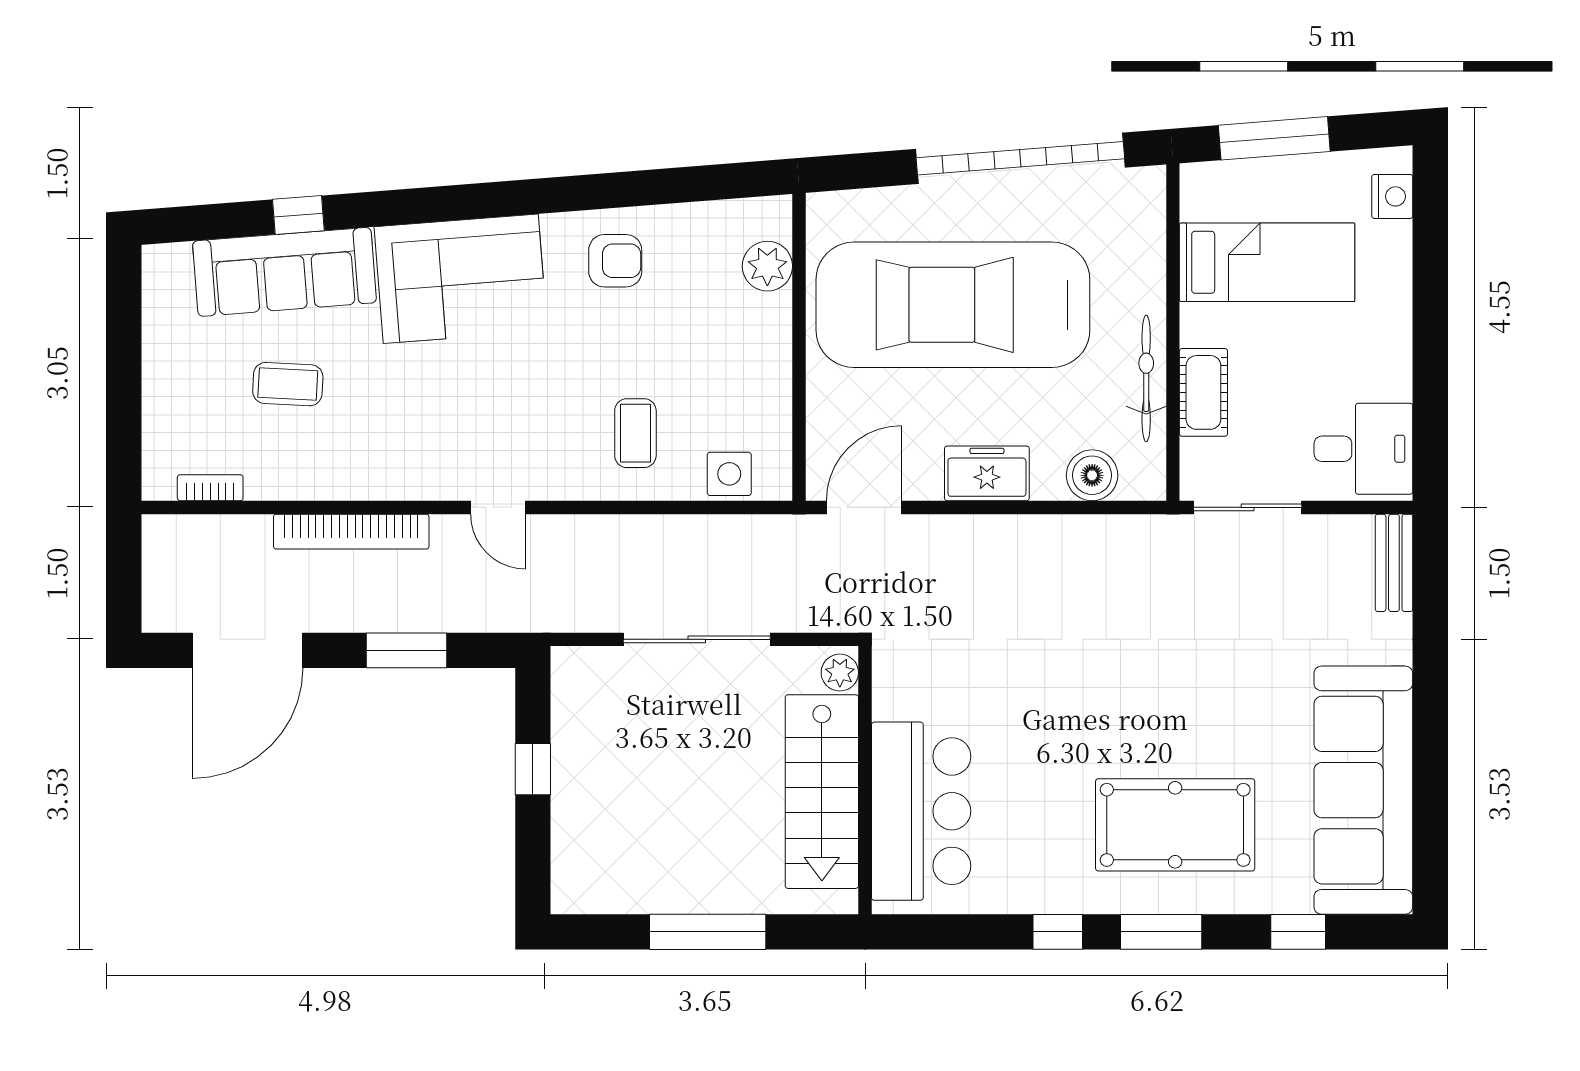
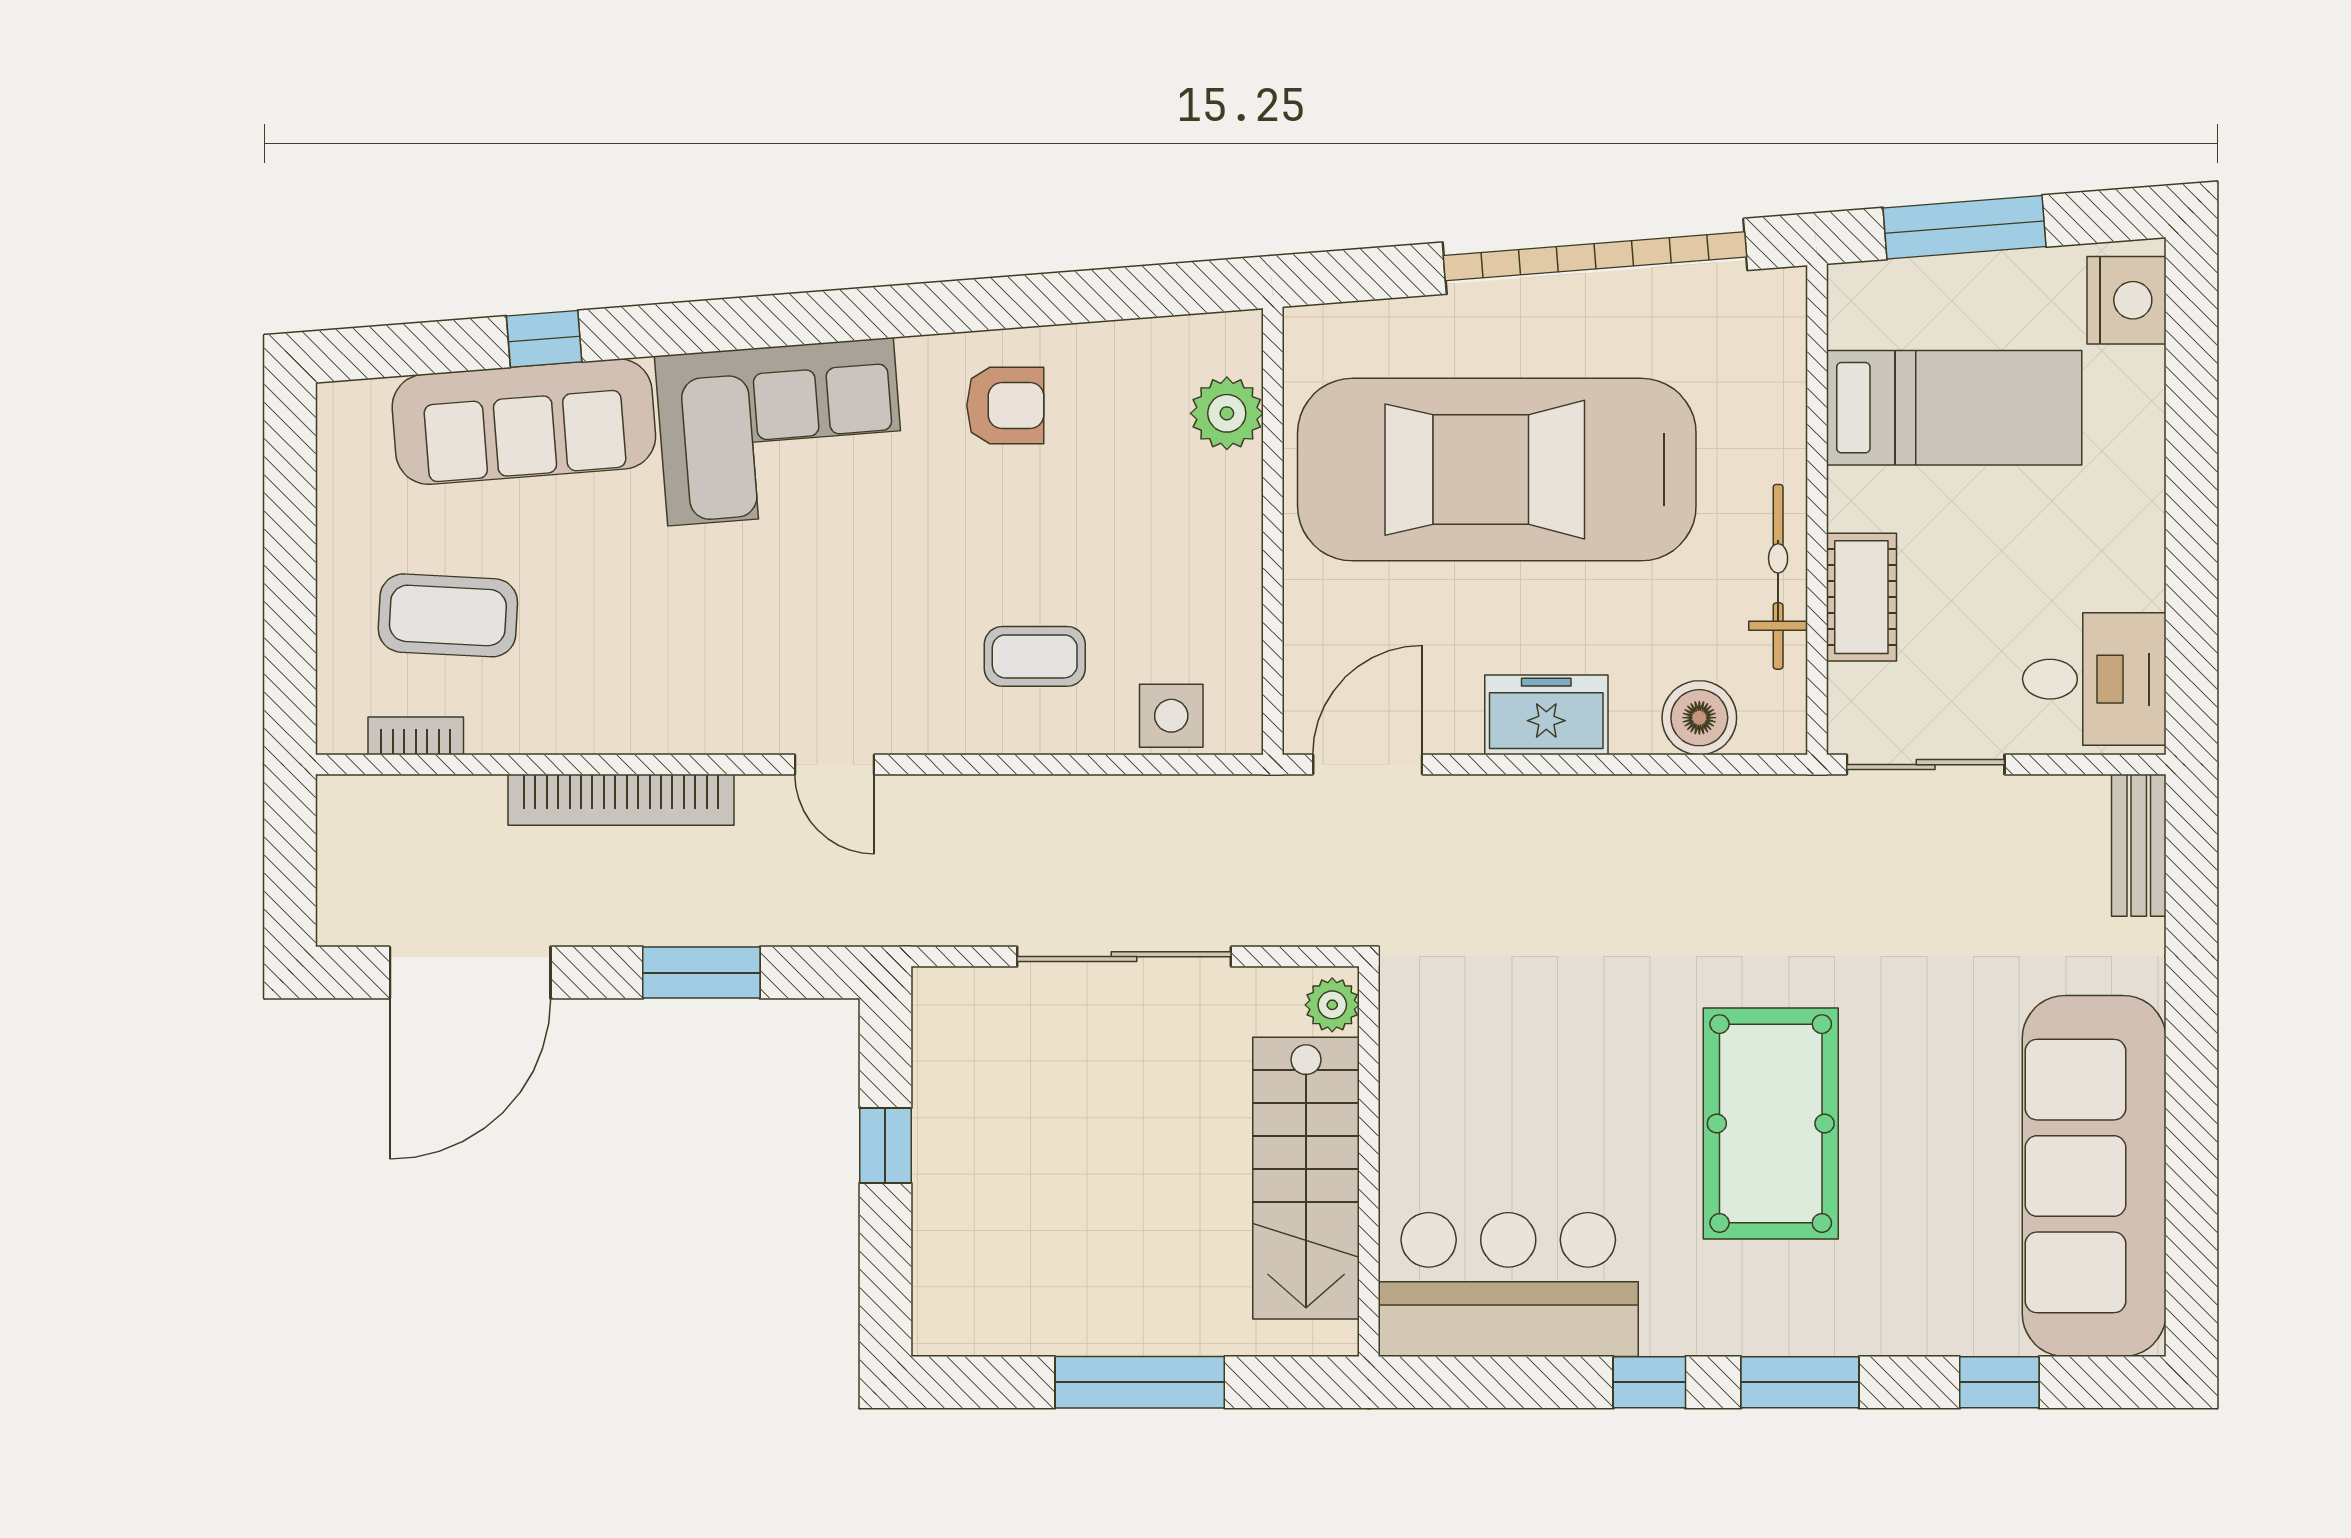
nightstand: (1392, 196) -> (2127, 300), width x1.36, depth x1.33
coffee table: (288, 384) -> (448, 615), moved, width x1.36, depth x1.30
coffee table: (635, 433) -> (1035, 656), turned 90
bar counter: (921, 811) -> (1508, 1285), moved, turned -90
pool table: (1175, 825) -> (1771, 1124), moved, turned 90

